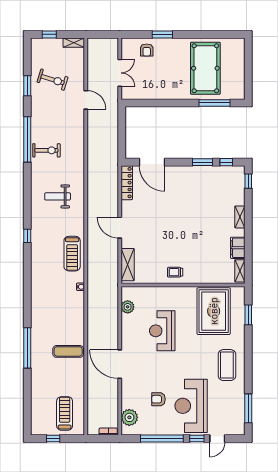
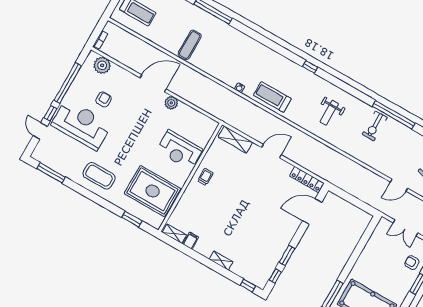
weight bench: (58, 196) -> (329, 113), turned 180
filing cabinet: (238, 248) -> (191, 241), width x0.50
plant: (128, 307) -> (171, 103), moved
reception desk: (162, 331) -> (180, 150), moved, turned 180

